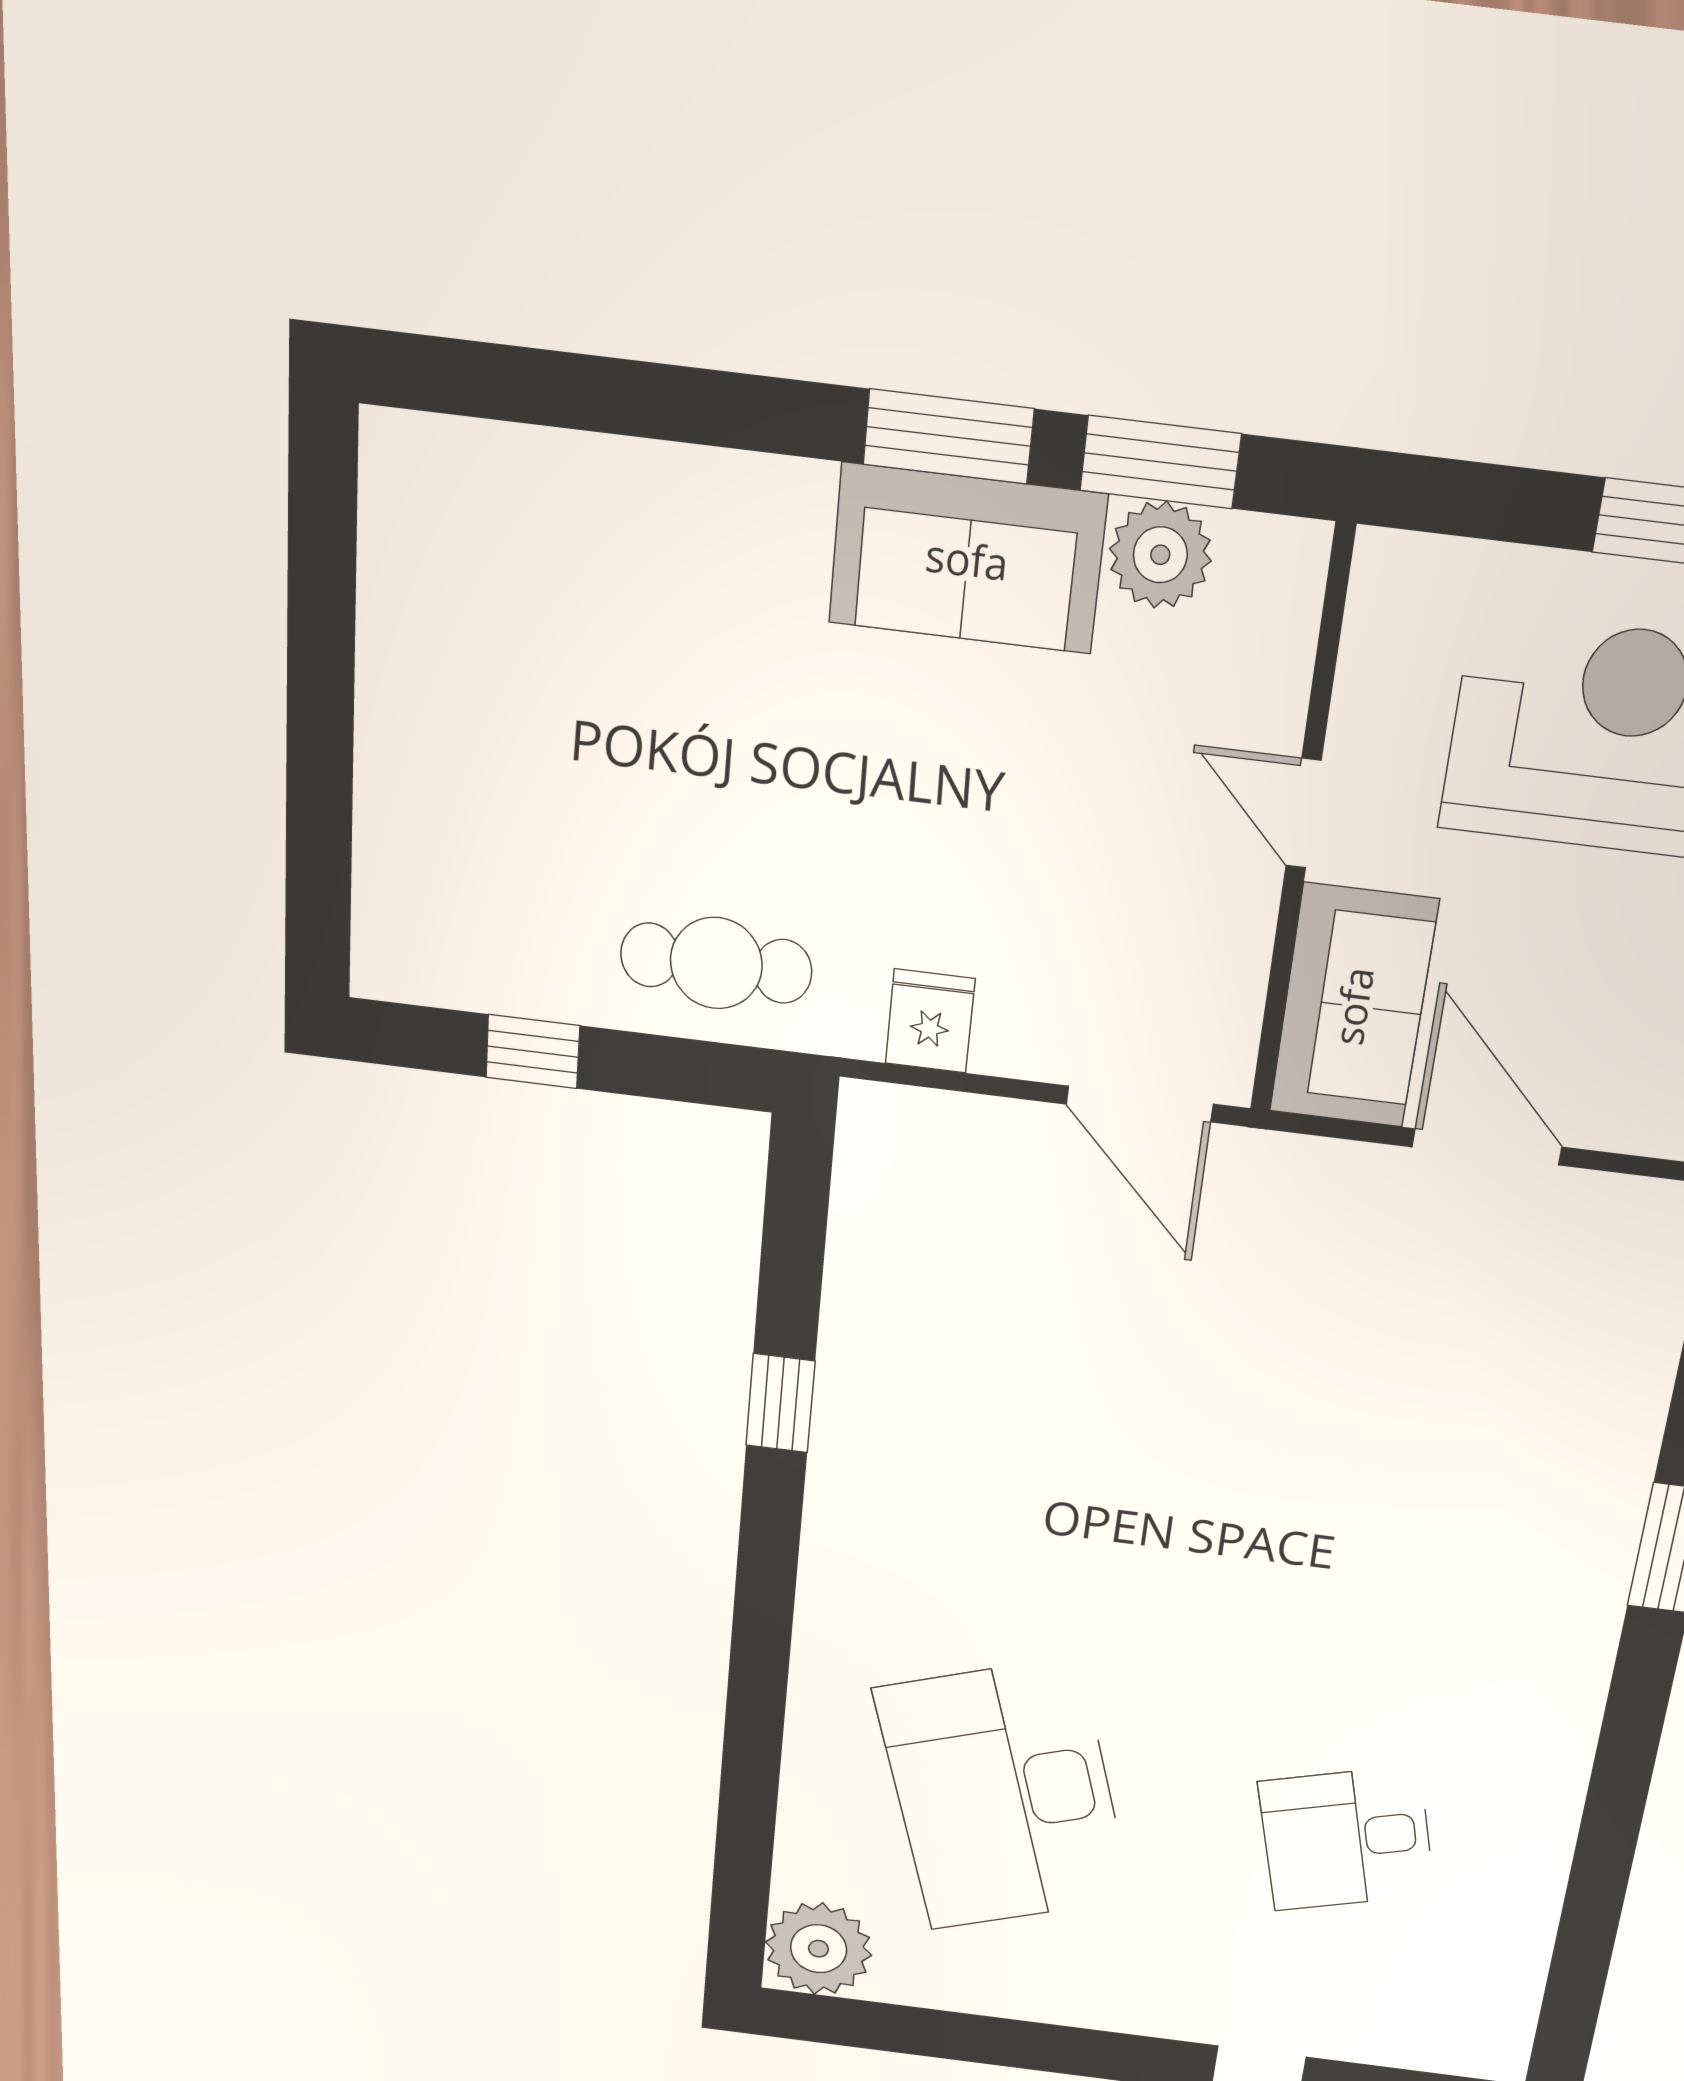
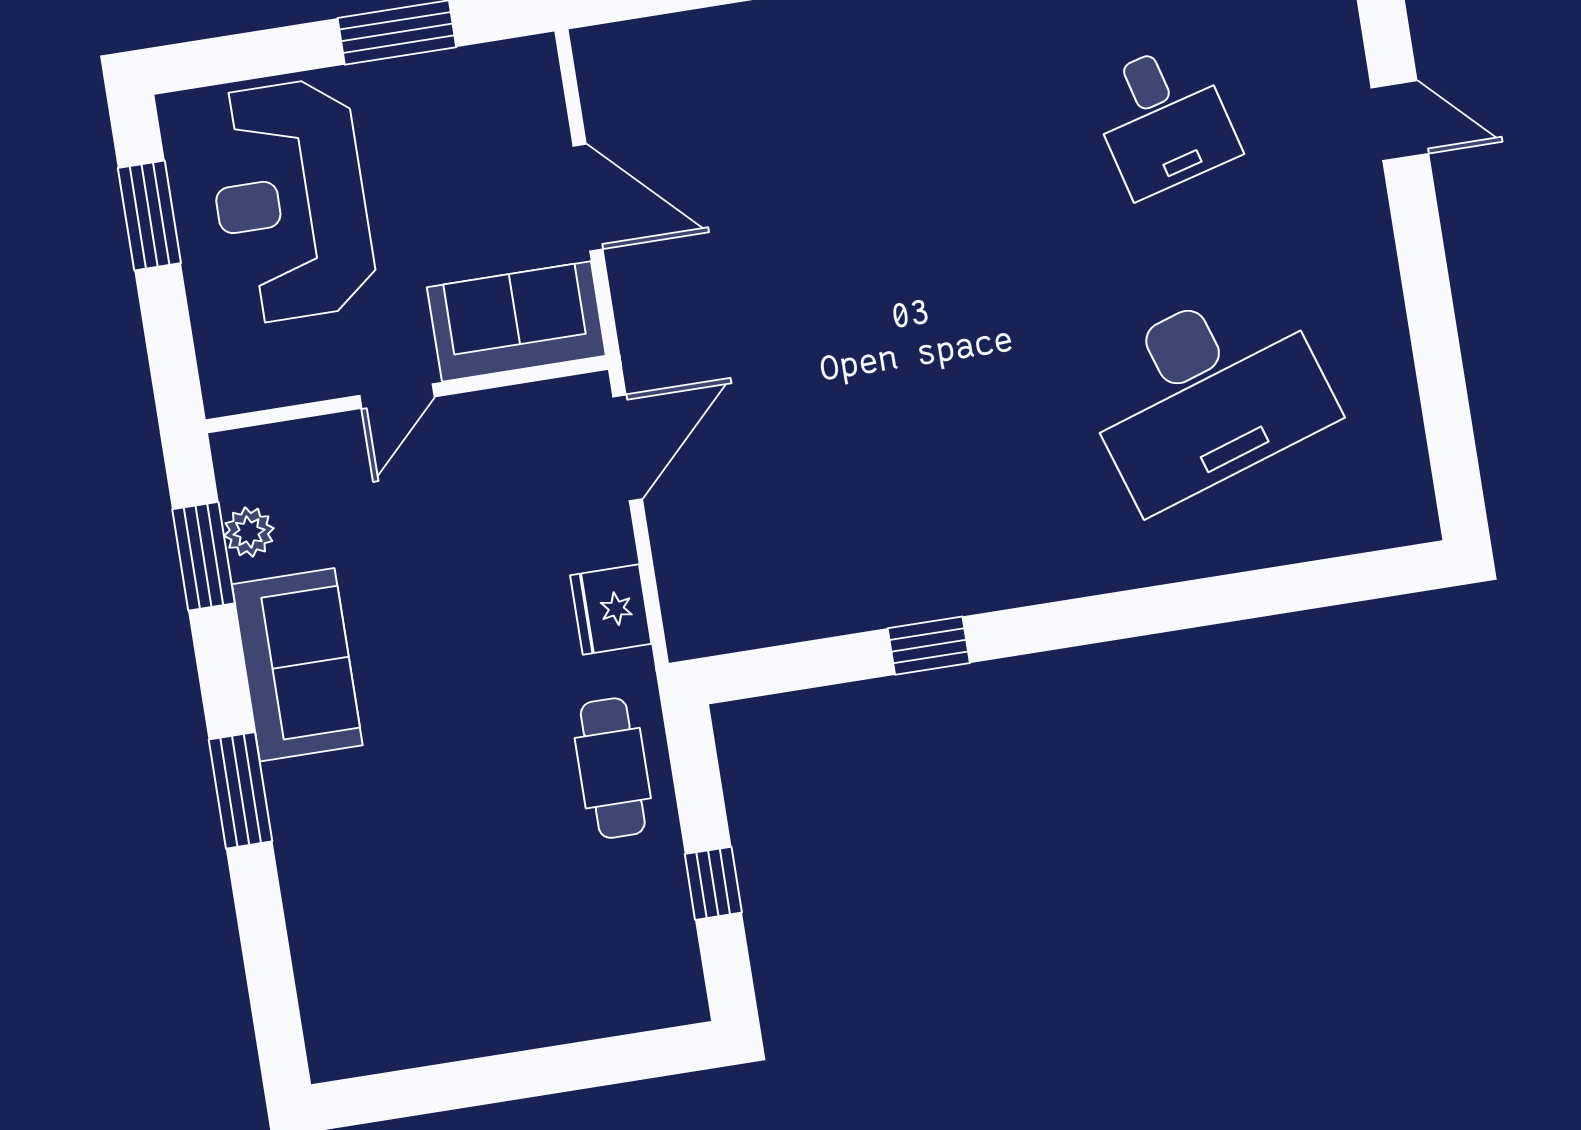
window: (948, 436) -> (241, 790), moved
plant: (1160, 555) -> (249, 532), width x0.73, depth x0.73
fridge: (930, 1021) -> (611, 610), width x1.38
door: (1487, 1147) -> (588, 197), swing flipped
plant: (819, 1949) -> (1391, 503), removed

